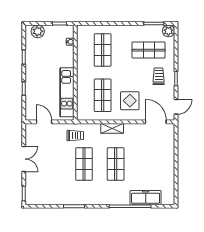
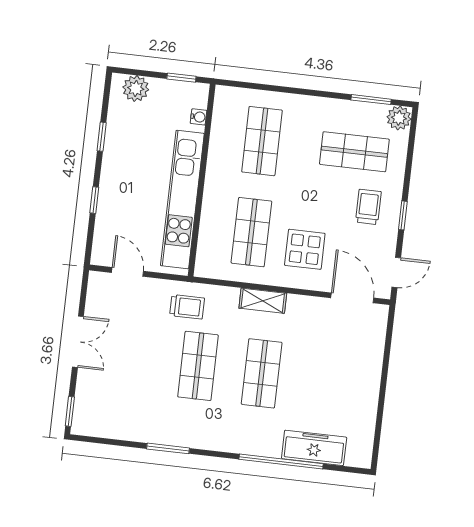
kitchen unit: (67, 92) -> (182, 200), width x1.36

